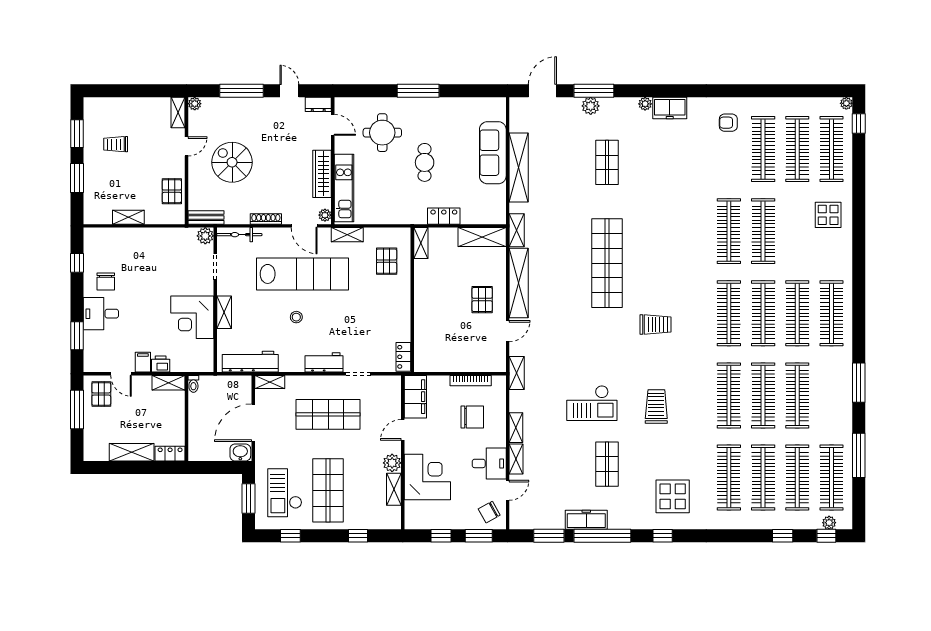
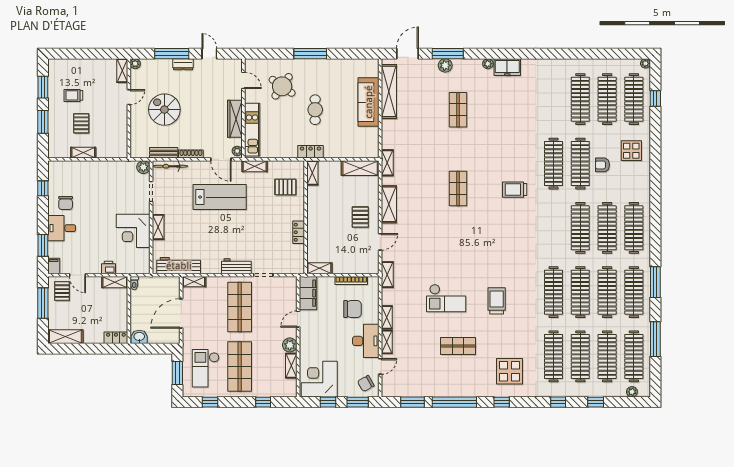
dresser: (318, 104) -> (183, 64), moved
armchair: (728, 123) -> (602, 165), moved
window: (859, 124) -> (655, 99), moved
round table: (382, 133) -> (282, 86), turned 35
shelving: (519, 168) -> (389, 91), moved
pallet: (172, 191) -> (81, 123), moved
locker: (444, 216) -> (311, 152), moved
bench: (206, 217) -> (164, 153), moved
pallet: (387, 261) -> (285, 187), turned 90
shop shelf: (607, 263) -> (458, 188), width x0.50, depth x0.74
lab bench: (303, 274) -> (220, 197), width x0.73
shelving: (519, 283) -> (389, 204), width x0.68
clothes rail: (729, 313) -> (634, 292), moved
stool: (296, 317) -> (215, 231), removed
trolley: (656, 324) -> (515, 190), moved, turned 180
locker: (403, 357) -> (299, 232), moved
filing cabinet: (143, 362) -> (54, 266), moved
shelving: (430, 365) -> (319, 268), added
shop shelf: (328, 414) -> (240, 307), turned 90
shelving: (132, 452) -> (65, 337), moved
washbasin: (240, 452) -> (139, 337), moved
desk: (489, 463) -> (366, 341), width x1.37
shop shelf: (607, 464) -> (458, 346), turned 90
corner desk: (427, 477) -> (319, 379), moved, turned -90
freezer: (586, 520) -> (442, 390), removed
window: (826, 536) -> (558, 402), moved

